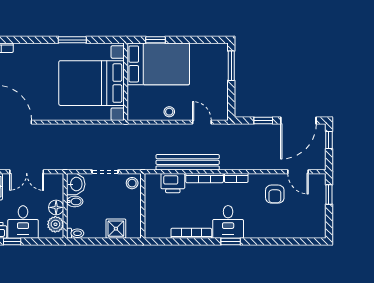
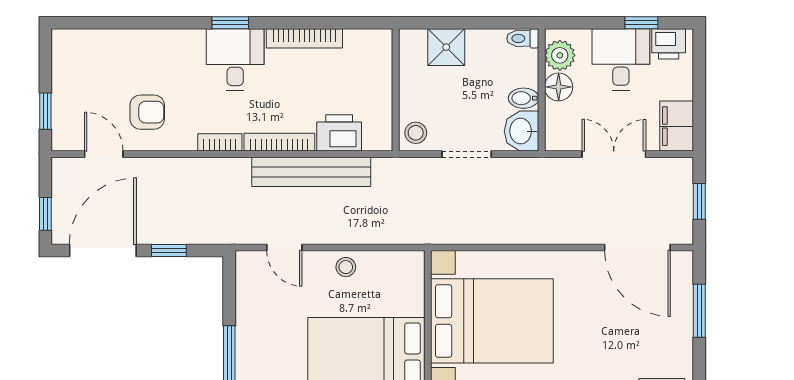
armchair: (275, 194) -> (147, 112), turned 90

